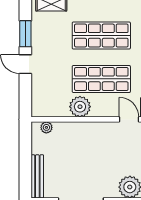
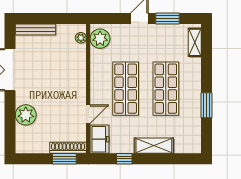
plant: (80, 107) -> (100, 39), moved

